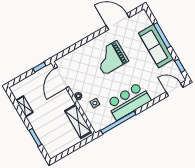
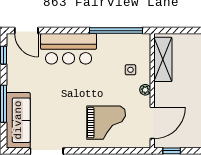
sofa: (156, 46) -> (18, 120), moved
grand piano: (111, 58) -> (106, 123), moved
bar counter: (128, 101) -> (69, 49), moved

